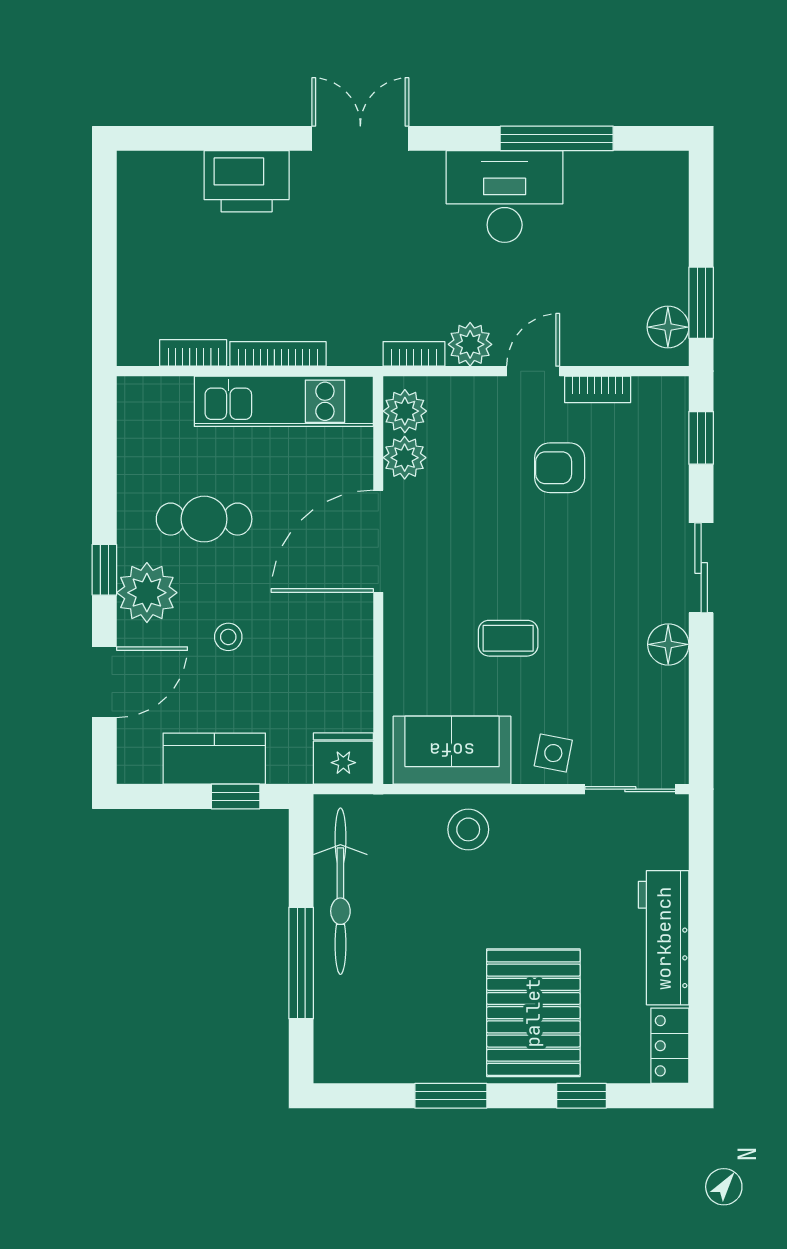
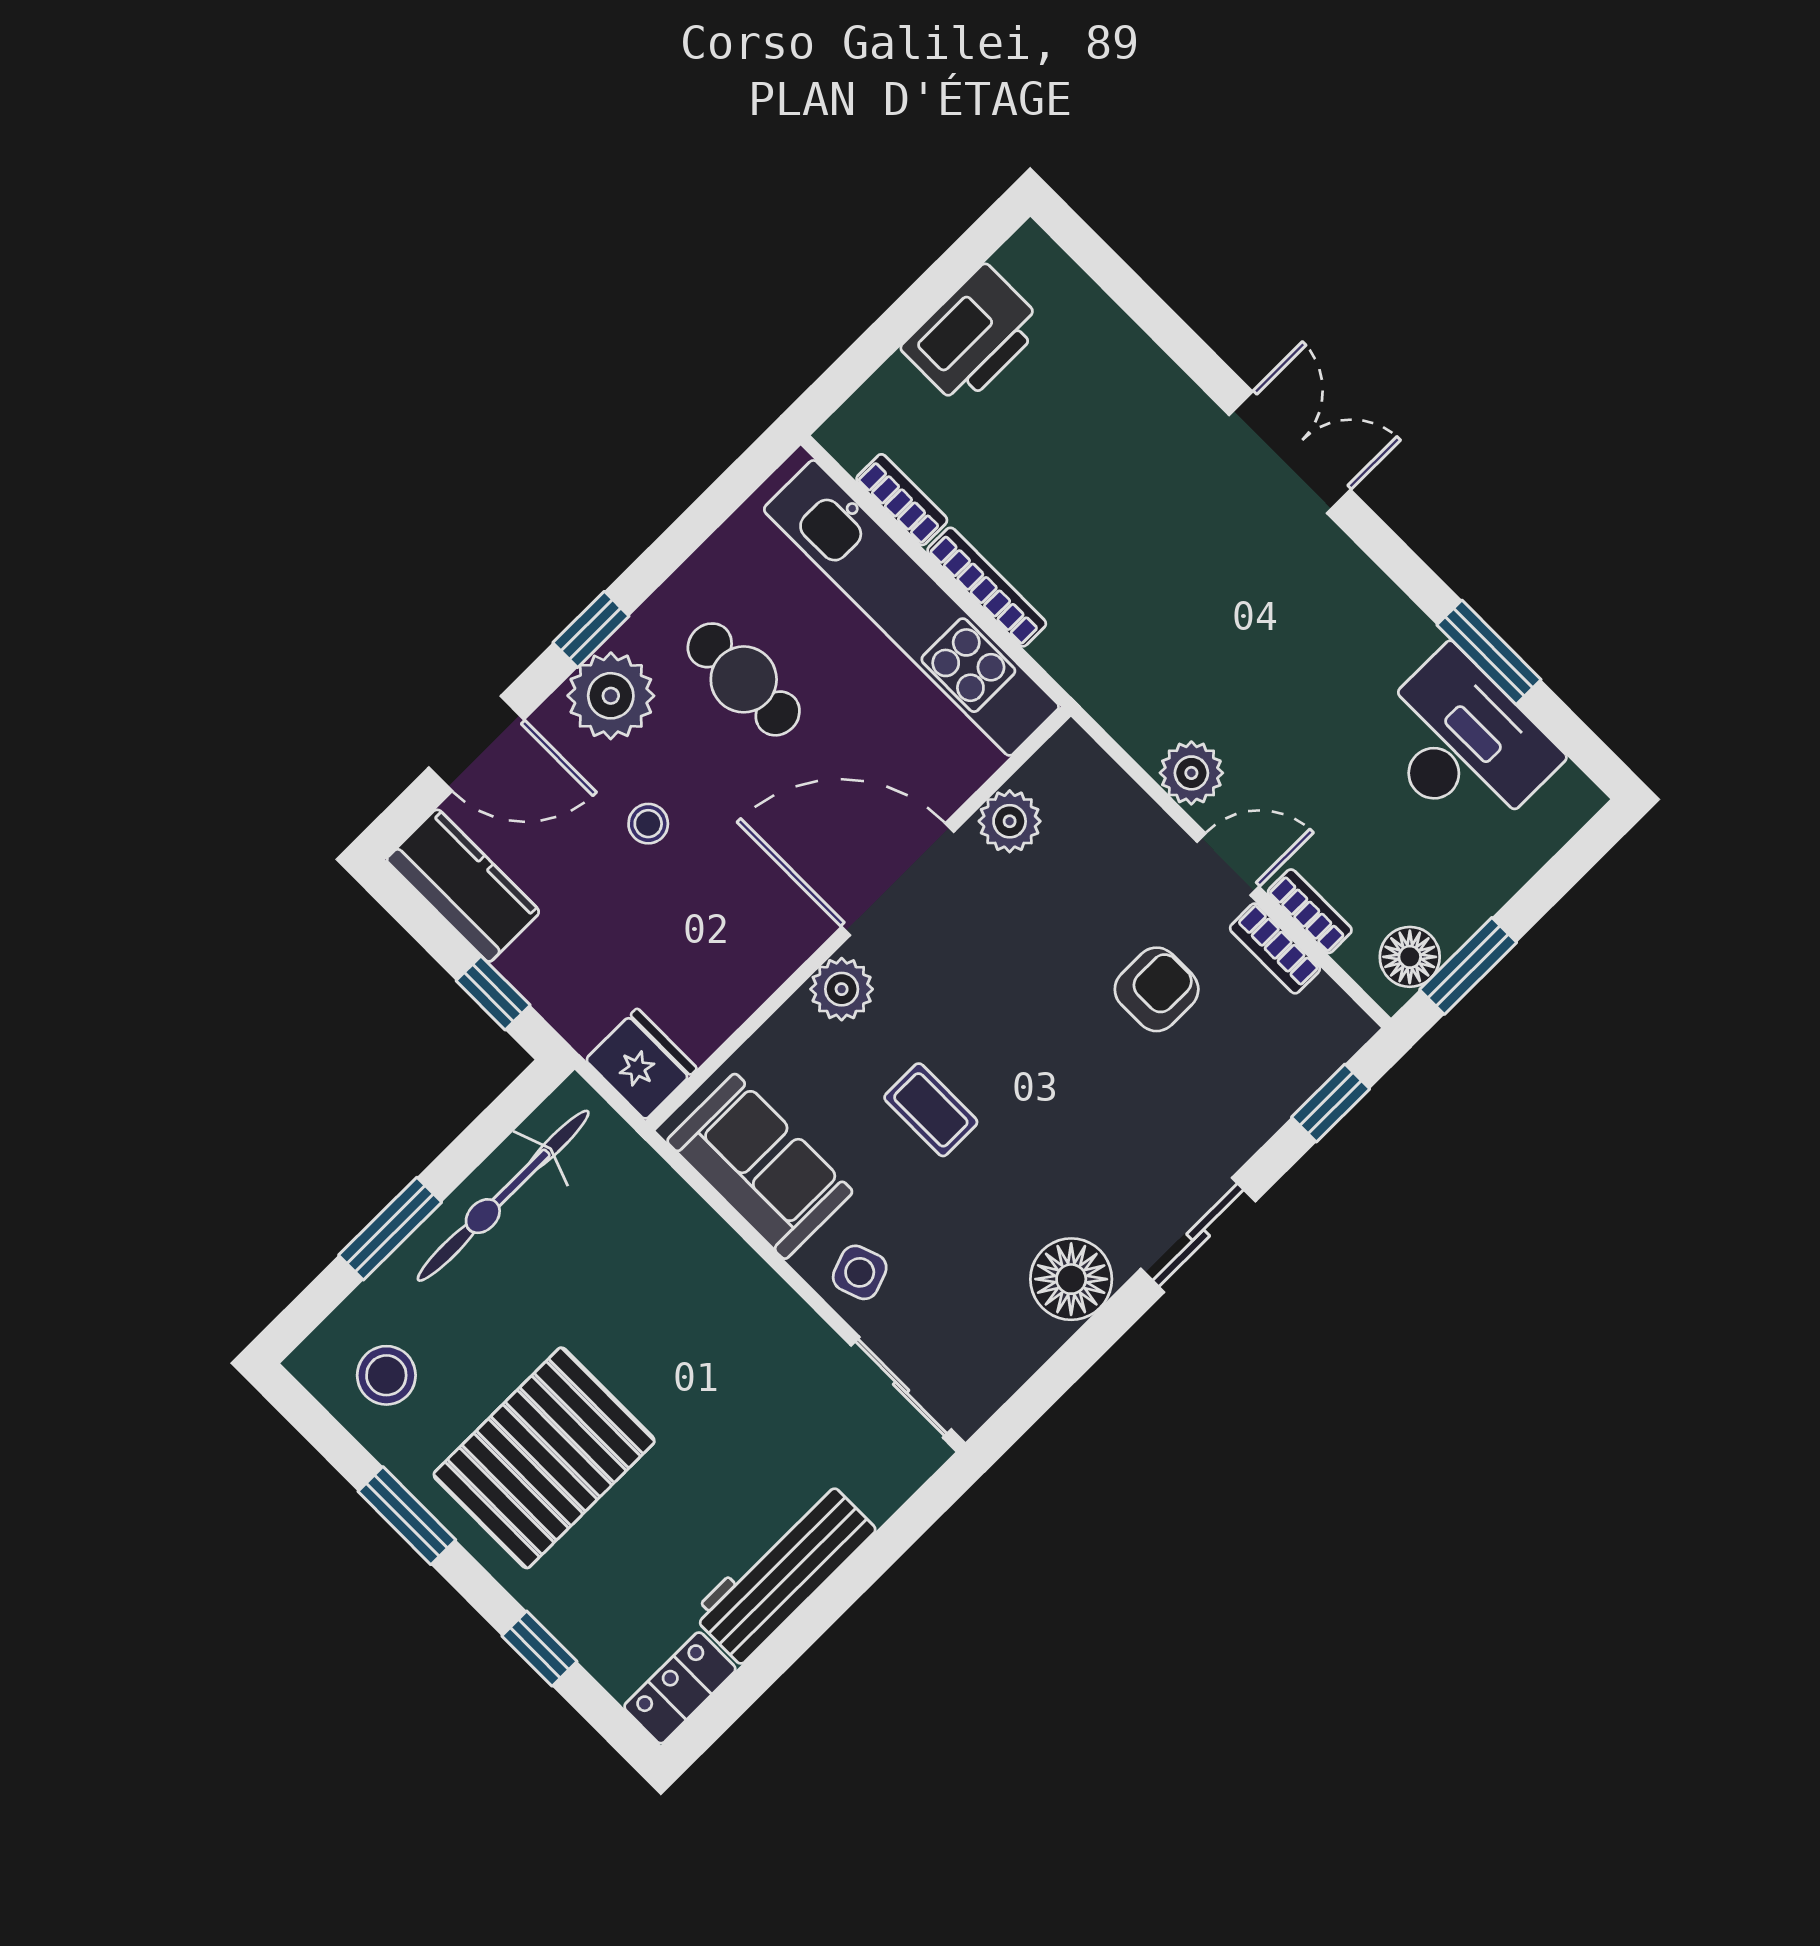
window: (557, 138) -> (1489, 652), width x0.69
printer: (247, 181) -> (973, 336), moved, turned -90
desk: (505, 197) -> (1463, 744), moved
bookcase: (414, 354) -> (1310, 911), moved
kitchen unit: (284, 401) -> (911, 608), width x1.36
plant: (405, 411) -> (842, 989), moved
armchair: (560, 468) -> (1157, 989), turned 90
floor lamp: (668, 644) -> (1071, 1279), width x1.38, depth x1.38
side table: (553, 753) -> (860, 1272), turned -31
kitchen counter: (214, 759) -> (463, 886), moved
stool: (468, 829) -> (386, 1375), moved
window: (301, 963) -> (390, 1229), width x0.69
pallet: (533, 1013) -> (544, 1458), moved

